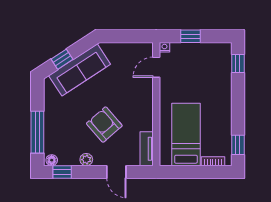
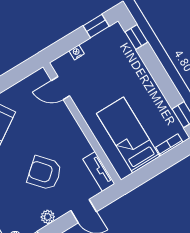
window: (190, 36) -> (96, 26), moved
nightstand: (164, 47) -> (77, 52), moved
door: (156, 67) -> (61, 88), hinge flipped

